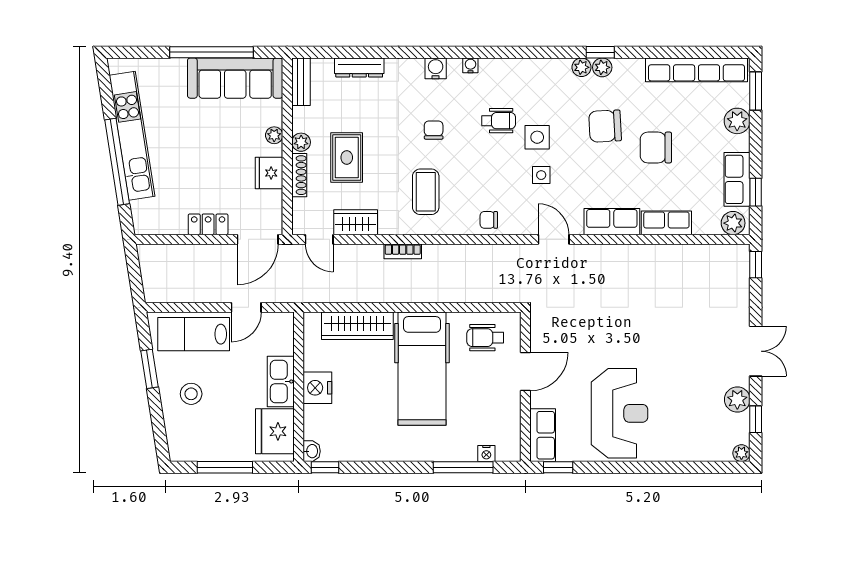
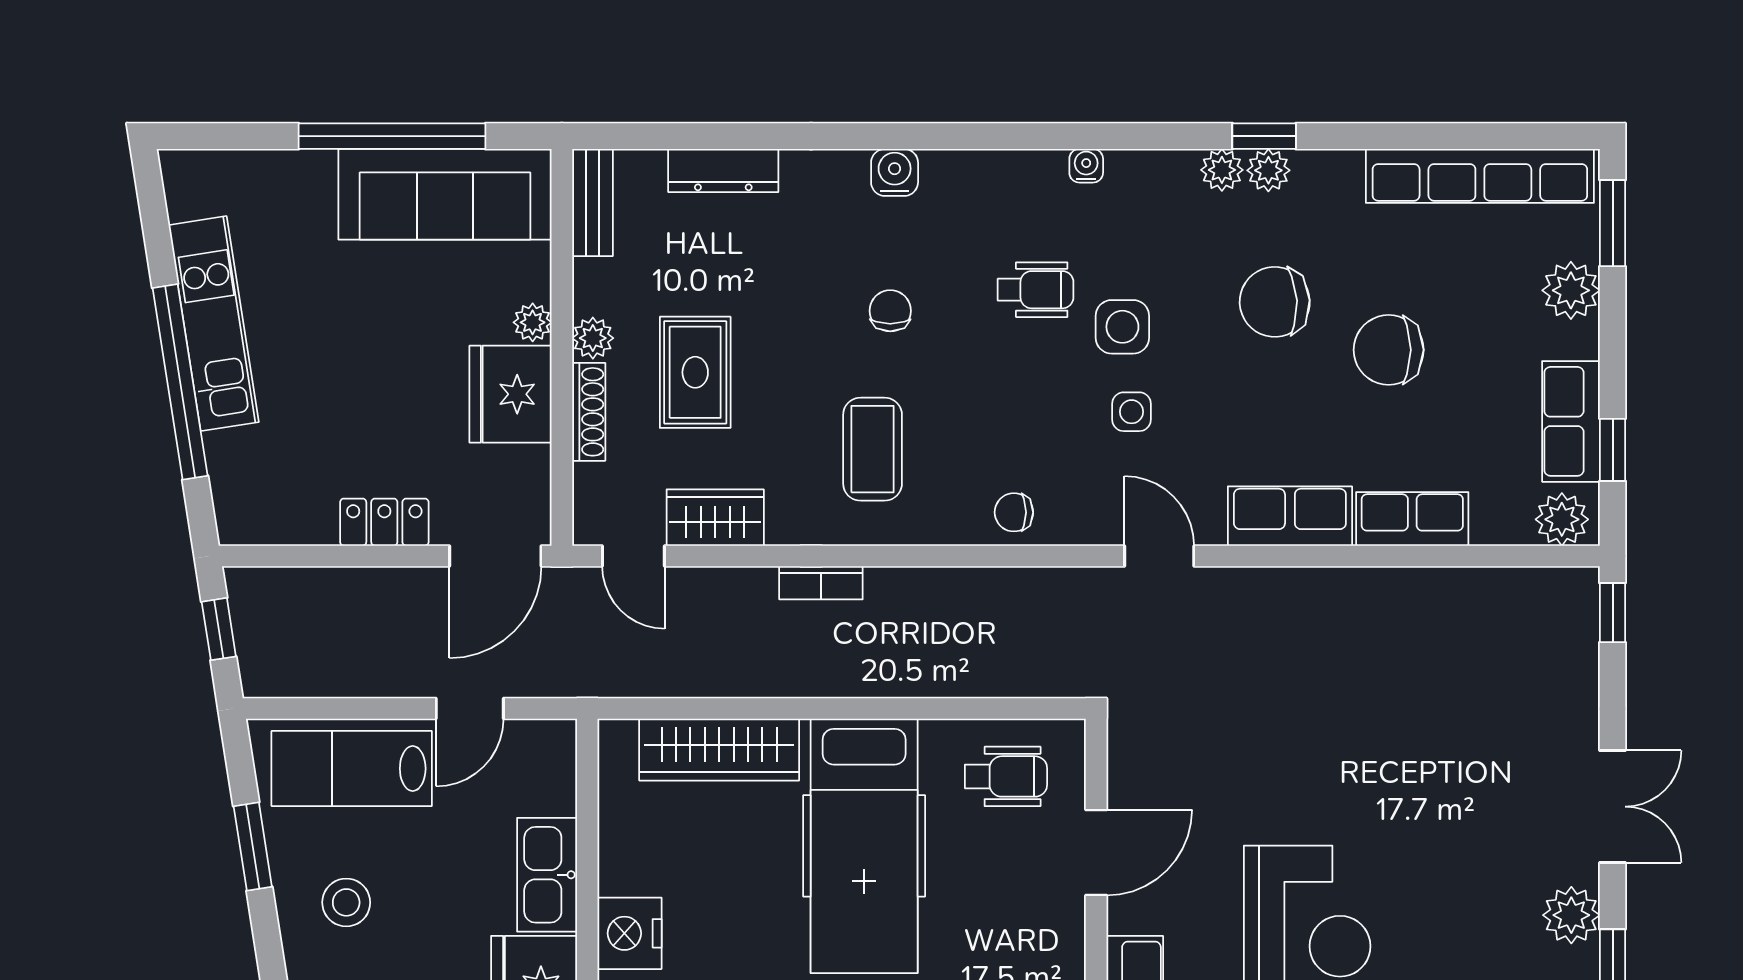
water cooler: (470, 65) -> (1086, 166), moved
kitchen unit: (132, 136) -> (214, 324), width x0.73
fridge: (269, 173) -> (511, 394), width x1.36, depth x1.34
window: (134, 272) -> (219, 629), added
wheelchair: (485, 338) -> (1006, 776), turned 180
nightstand: (317, 388) -> (630, 933), moved

